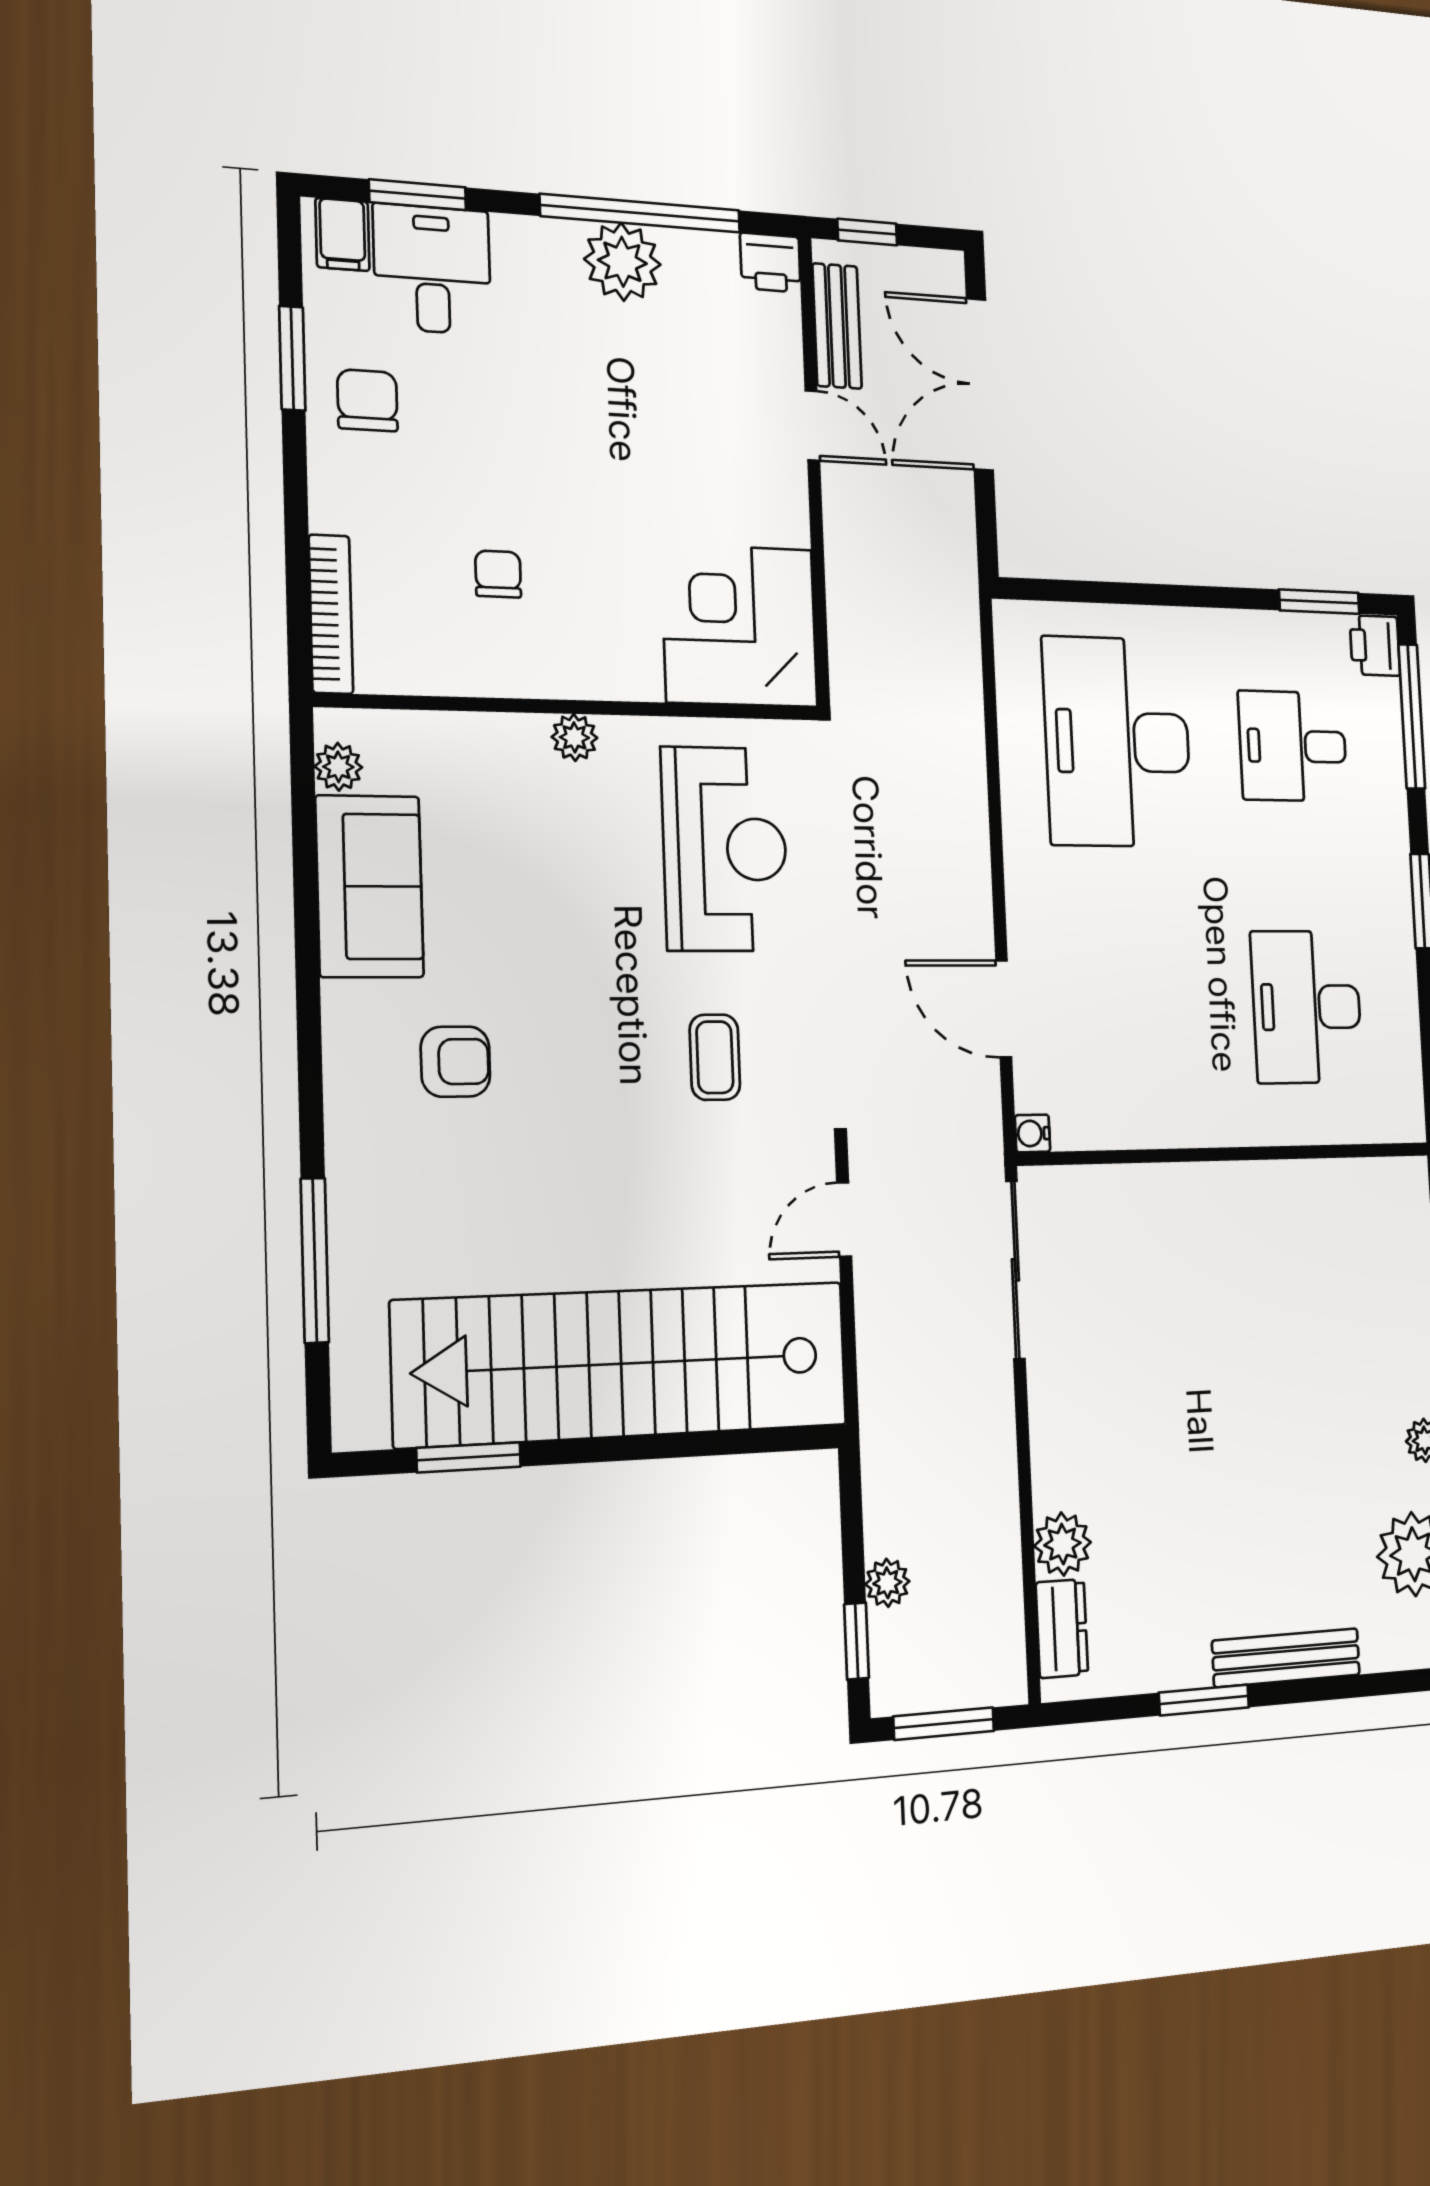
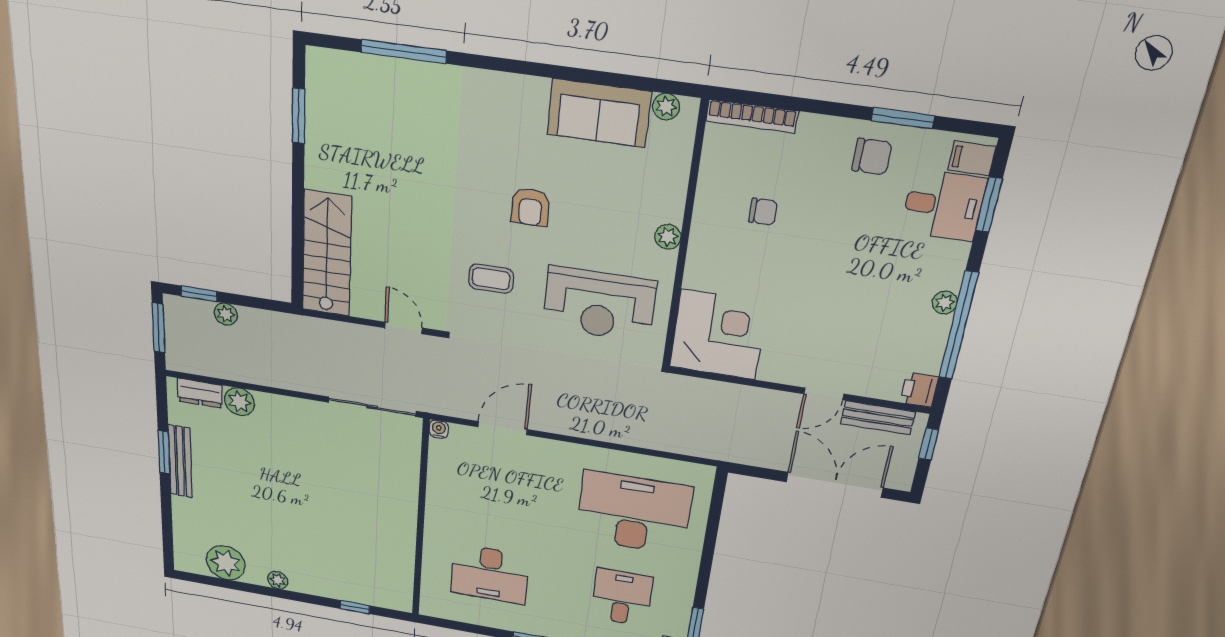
plant: (622, 262) -> (945, 303), width x0.53, depth x0.53
desk: (1307, 1007) -> (490, 574), turned 180
armchair: (455, 1062) -> (530, 207), moved
stairs: (623, 1364) -> (327, 254), width x0.54, depth x0.66
bench: (1286, 1658) -> (180, 461), moved

